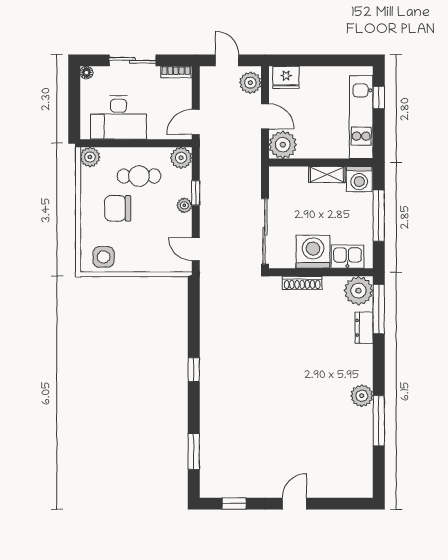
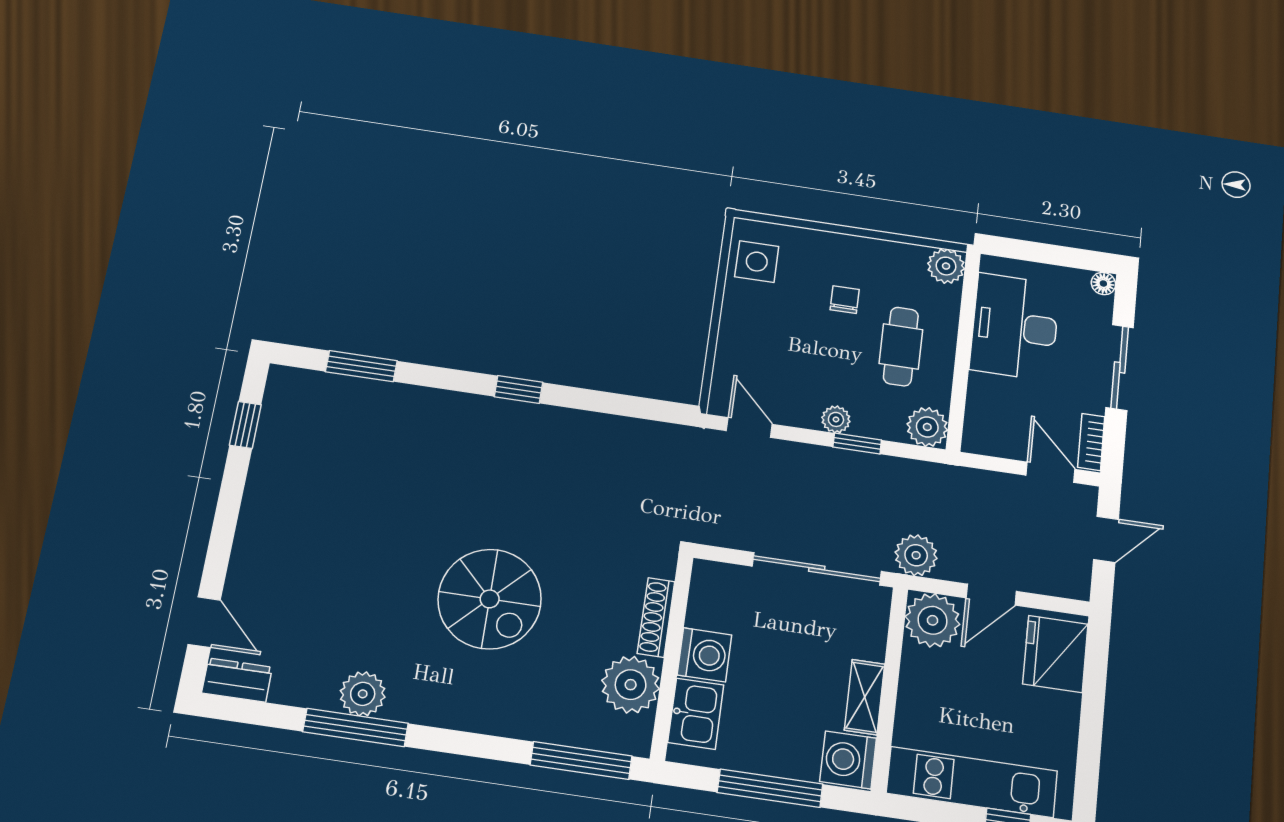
fridge: (286, 77) -> (1055, 654), width x1.36, depth x1.34
plant: (250, 83) -> (916, 555), moved
door: (196, 122) -> (1050, 472), moved
chair: (118, 208) -> (845, 300), width x0.54, depth x0.54
sliding door: (265, 231) -> (817, 569), moved
door: (196, 249) -> (749, 427), hinge flipped
washing machine: (313, 252) -> (704, 655), width x0.73, depth x0.73
plant: (359, 291) -> (631, 685), moved
dresser: (364, 328) -> (237, 680), moved
spiral stairs: (305, 366) -> (490, 599), added
plant: (362, 396) -> (363, 694), moved
door: (295, 504) -> (204, 622), moved

